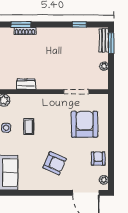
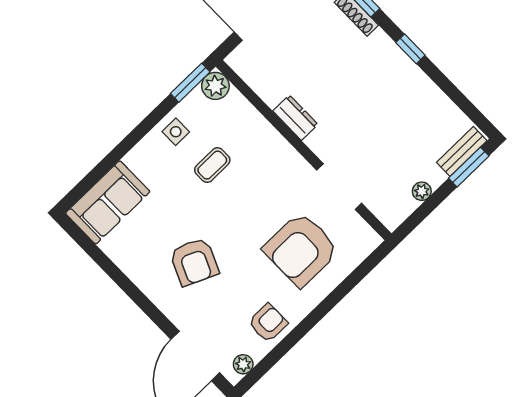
window: (79, 24) -> (410, 49), moved
dresser: (26, 84) -> (295, 118), moved
armchair: (85, 124) -> (301, 249), turned 180

